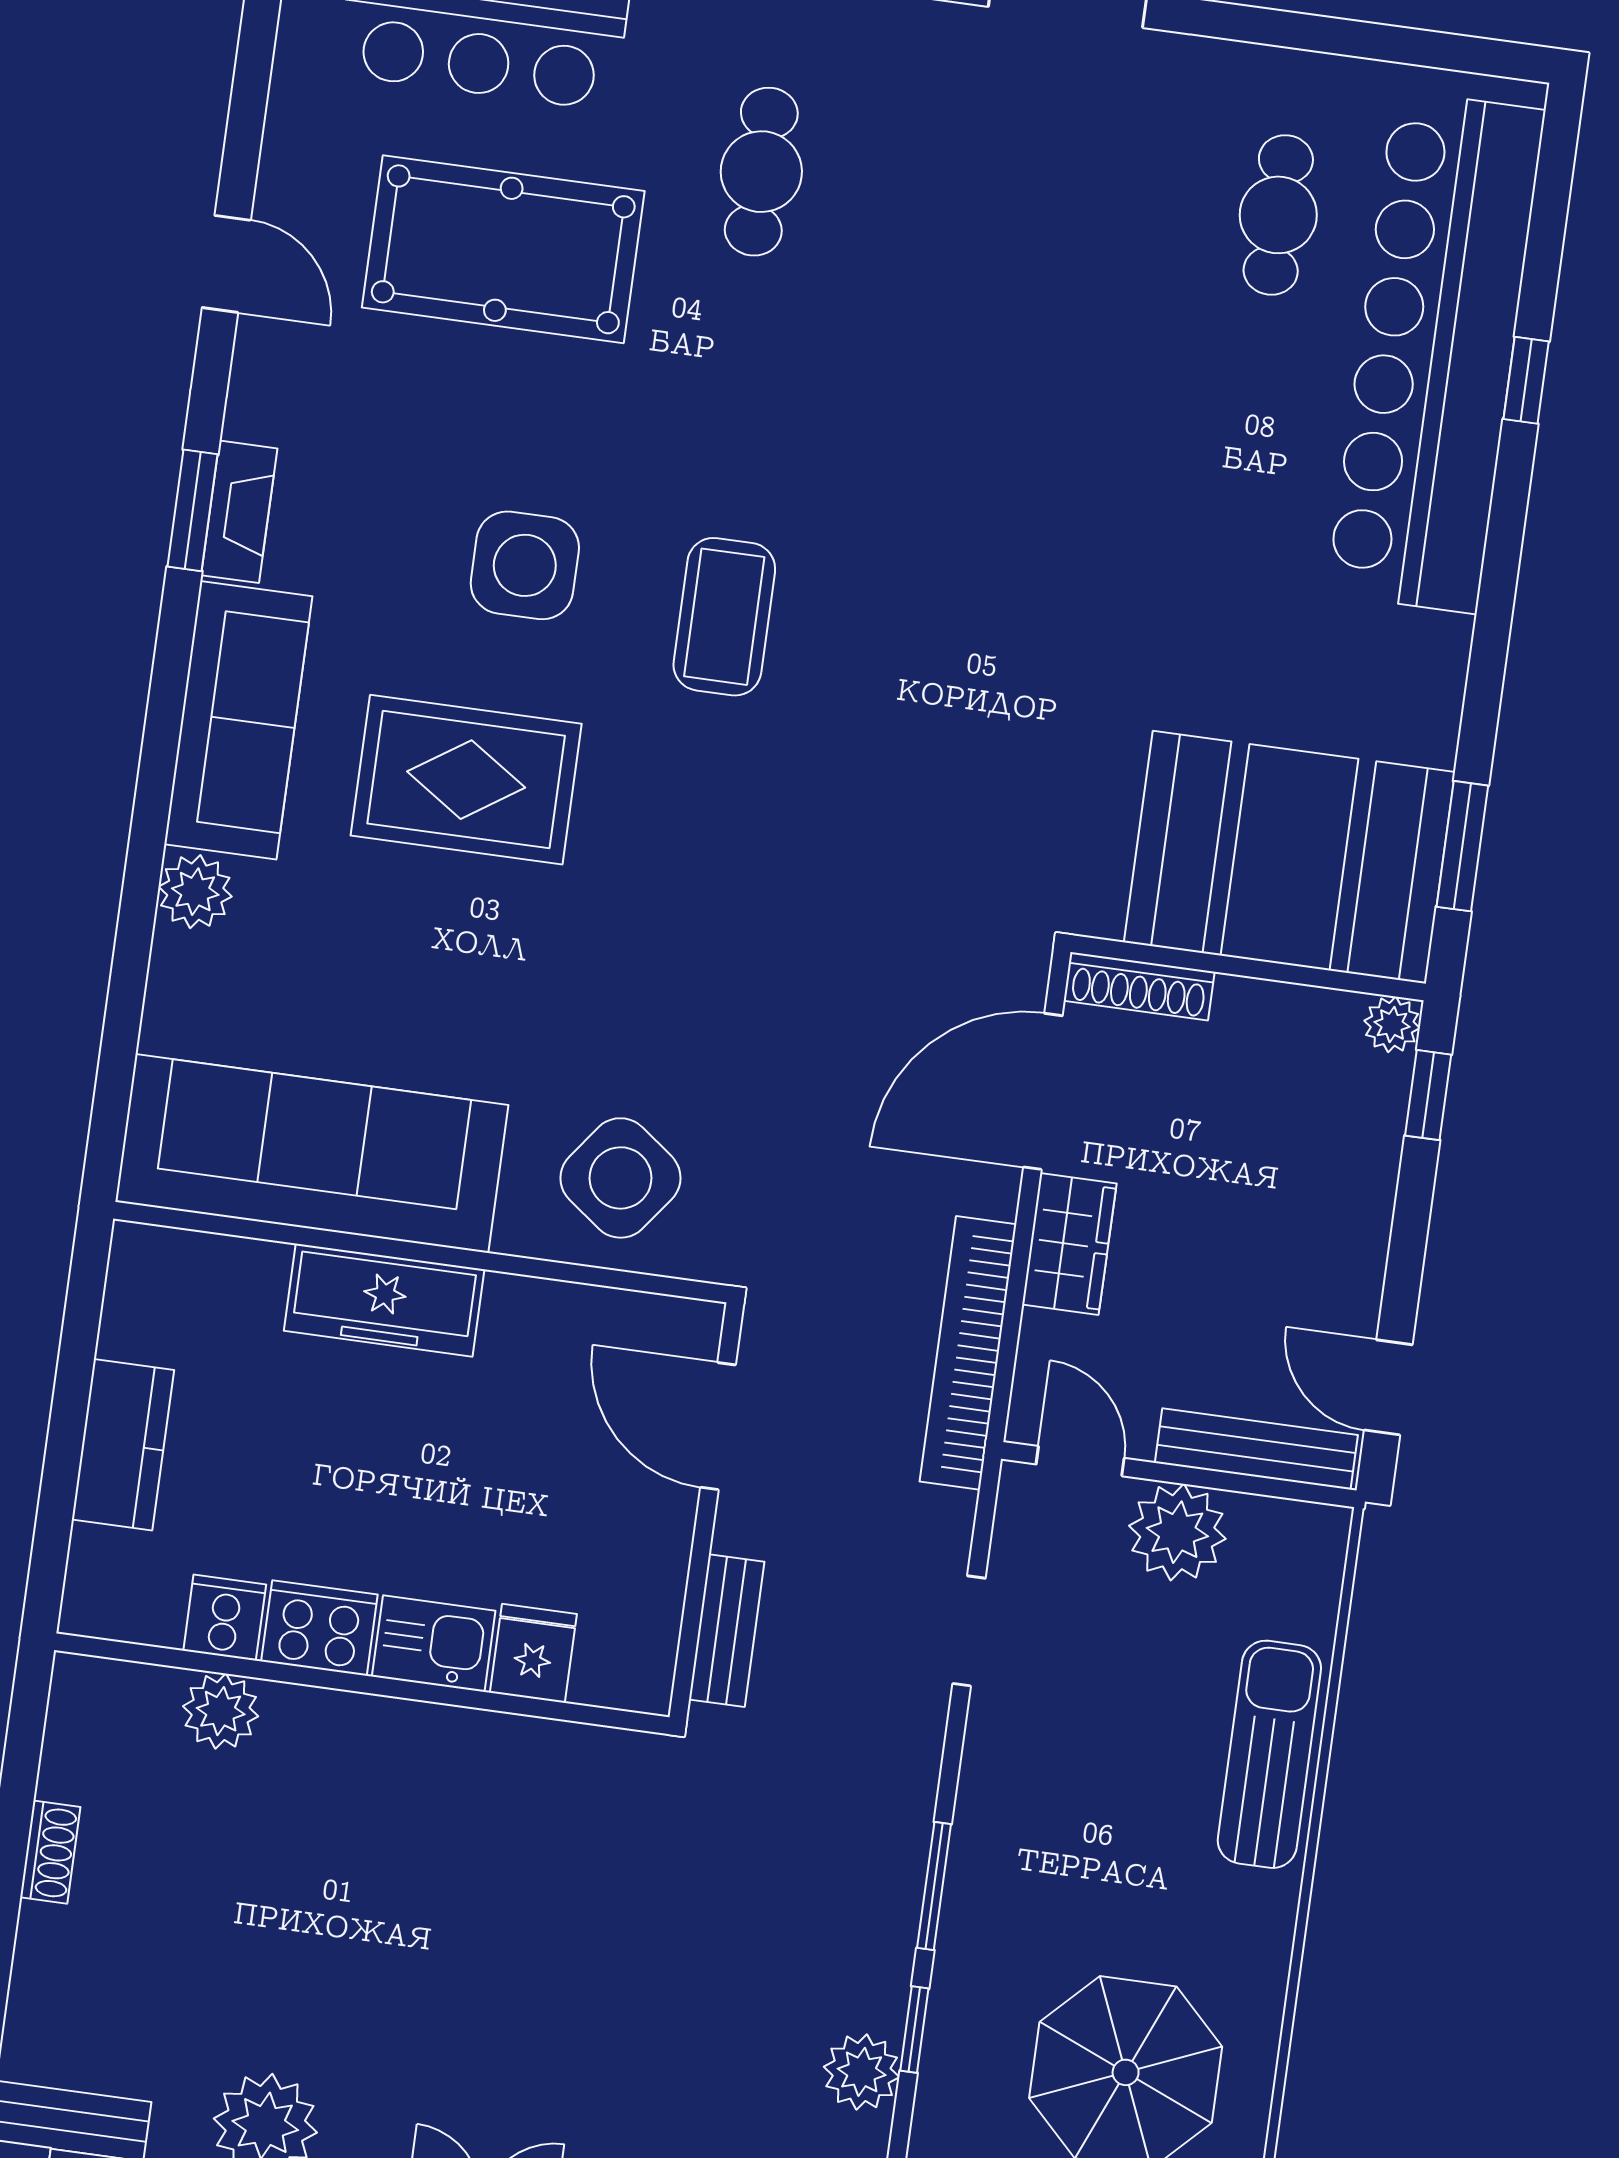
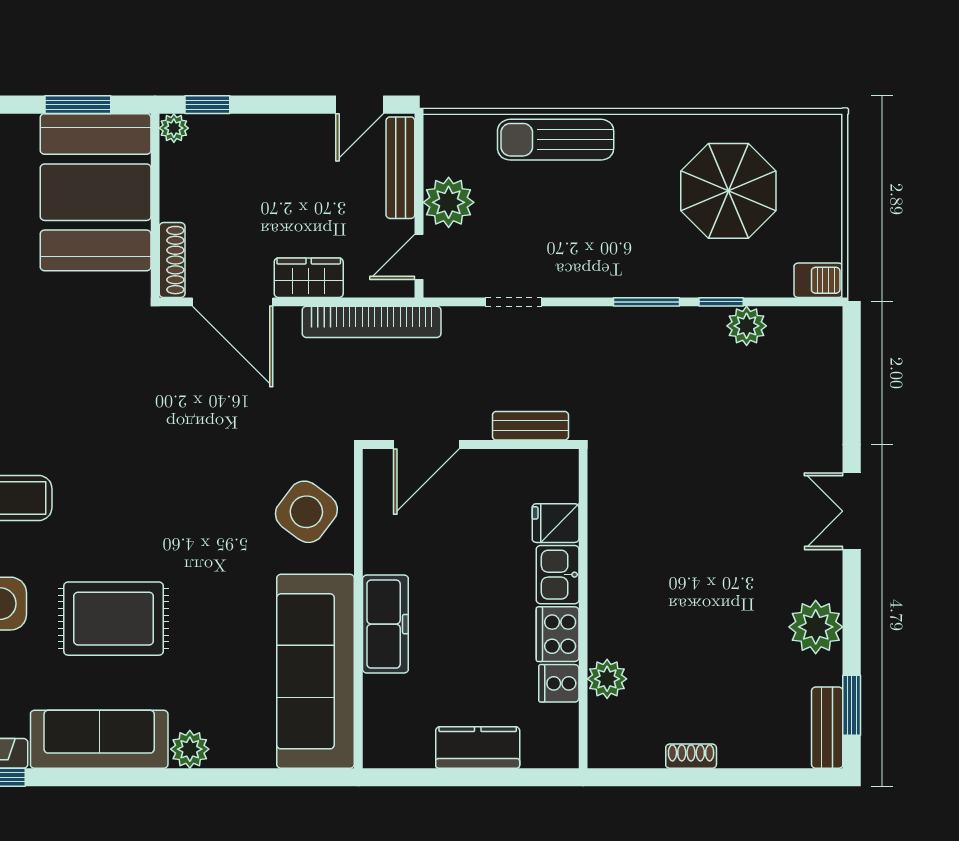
rug: (466, 780) -> (114, 619), turned 90

